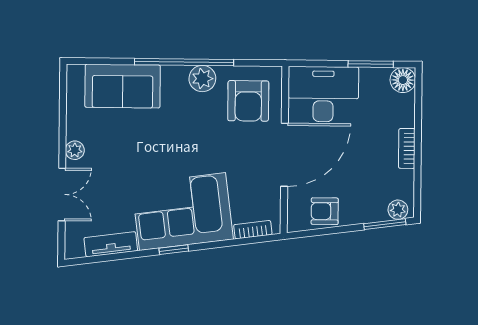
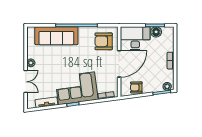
plant: (202, 79) -> (84, 32), removed
floor lamp: (403, 80) -> (156, 32), moved
sofa: (123, 86) -> (56, 36), width x1.36
armchair: (248, 101) -> (104, 41), turned 90

